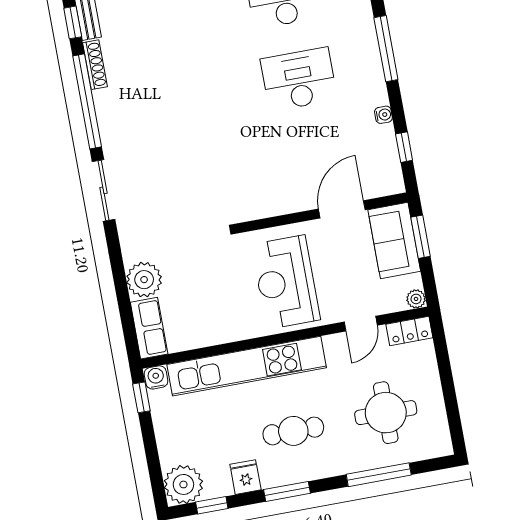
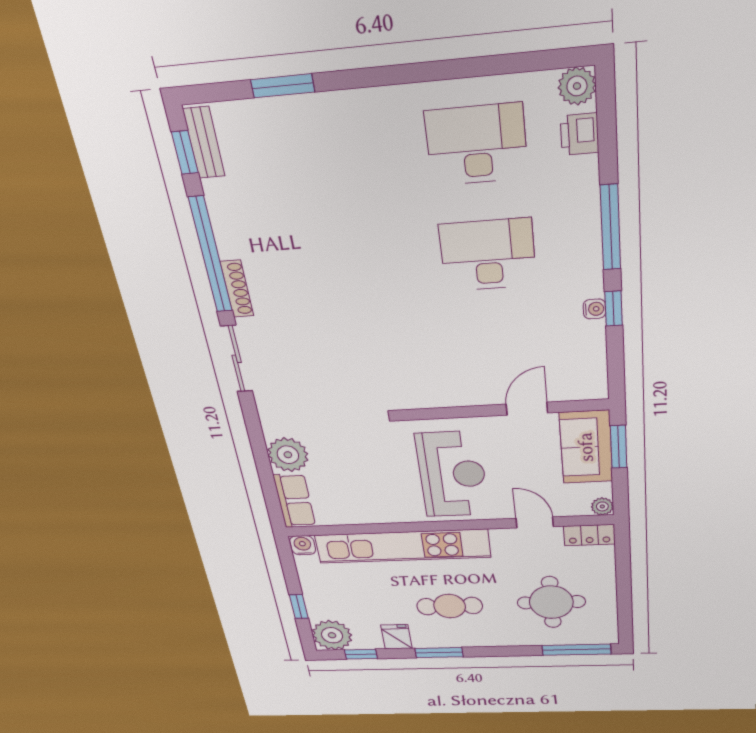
shoe rack: (95, 65) -> (237, 289), moved
window: (404, 147) -> (614, 309), moved
door: (342, 209) -> (527, 409), width x0.73
reception desk: (286, 282) -> (452, 474), turned 180
door: (361, 324) -> (535, 522), swing flipped
window: (141, 397) -> (299, 607), moved
window: (379, 475) -> (576, 650), moved

